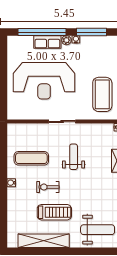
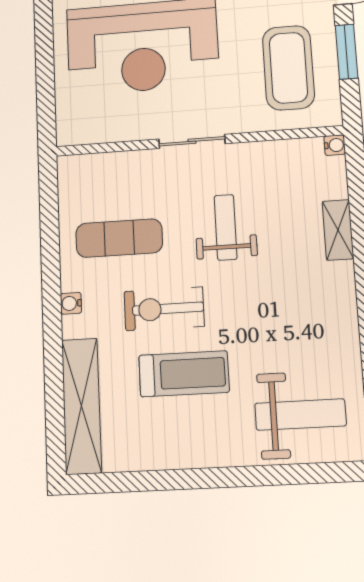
exercise bike: (48, 187) -> (164, 309), width x1.38, depth x1.39
shelving: (44, 241) -> (81, 406), moved, turned 90

